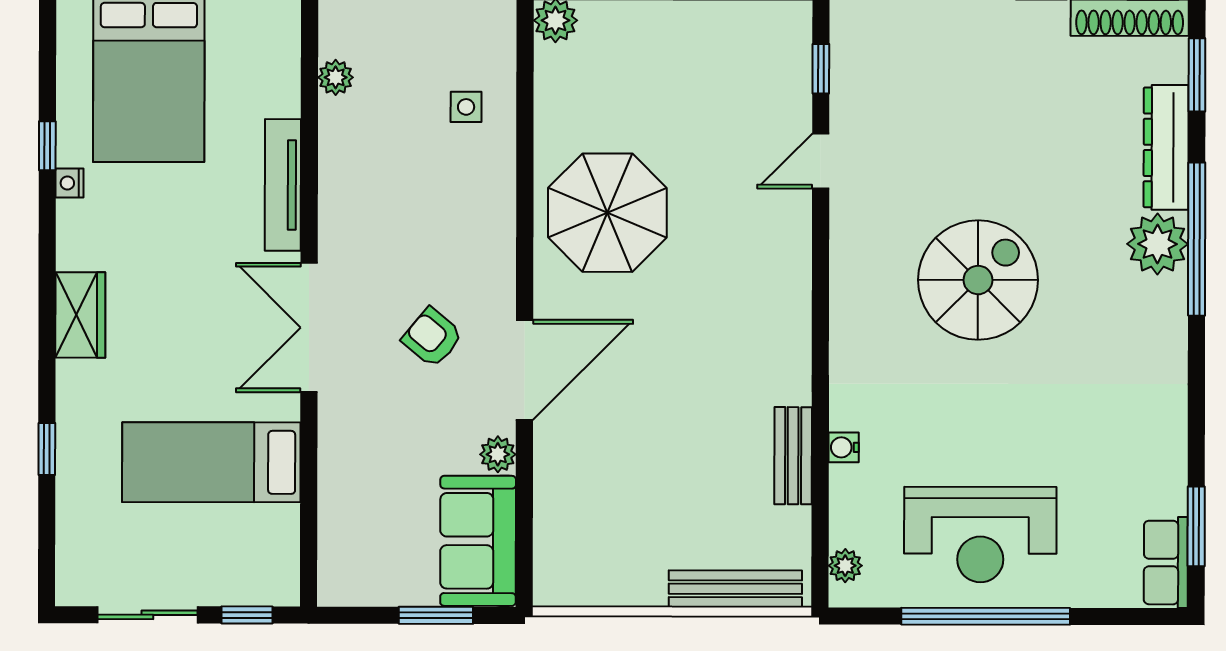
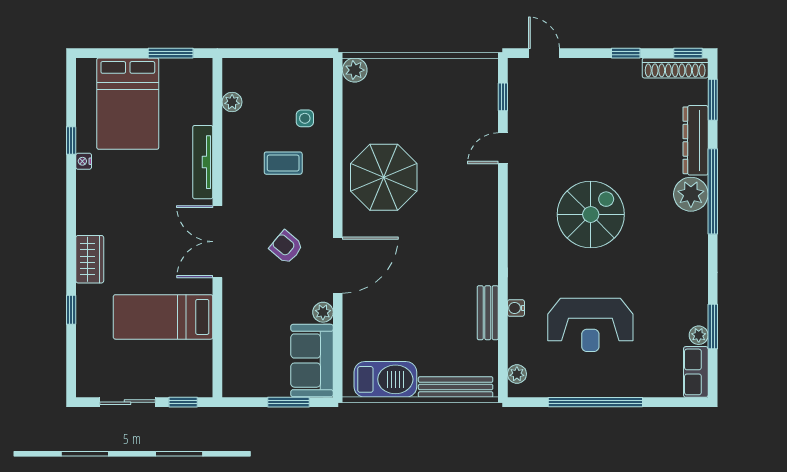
coffee table: (427, 187) -> (283, 163), added
wardrobe: (80, 315) -> (90, 259), moved
plant: (1171, 497) -> (699, 335), added
window: (1196, 526) -> (713, 327), moved
reception desk: (980, 535) -> (590, 325), moved
barbecue: (609, 575) -> (385, 379), added

